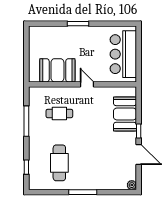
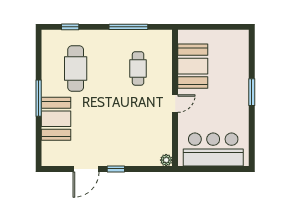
booth: (125, 114) -> (56, 119), moved, turned 90
cafe table: (59, 163) -> (76, 68), turned 90
plant: (132, 185) -> (166, 160), moved

